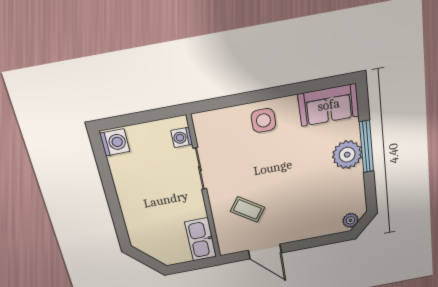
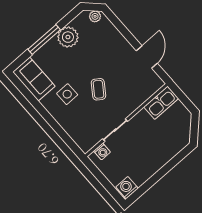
side table: (263, 120) -> (67, 94), moved
plant: (347, 155) -> (68, 37), moved
coffee table: (247, 209) -> (98, 89), moved

